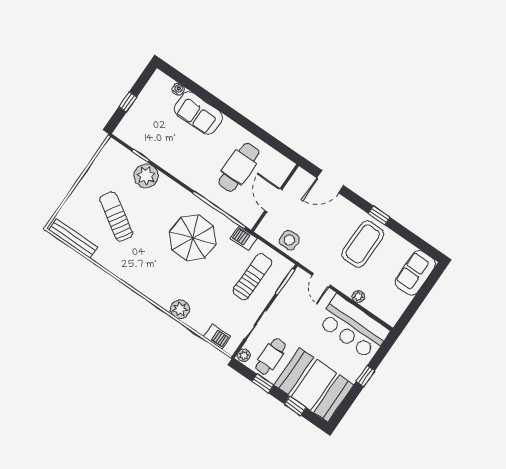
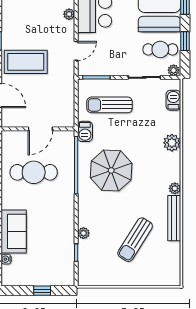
plant: (146, 176) -> (83, 233), width x0.53, depth x0.53
bench: (73, 239) -> (174, 218), moved
side table: (289, 240) -> (62, 96), removed
coffee table: (363, 244) -> (26, 62), moved
plant: (137, 284) -> (175, 188), added

